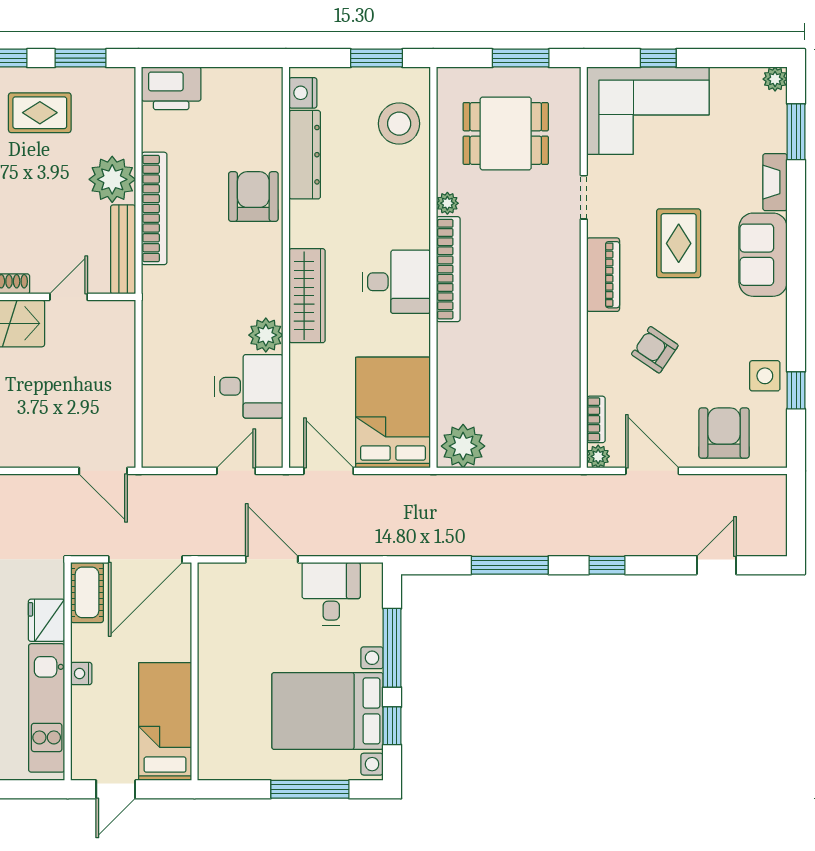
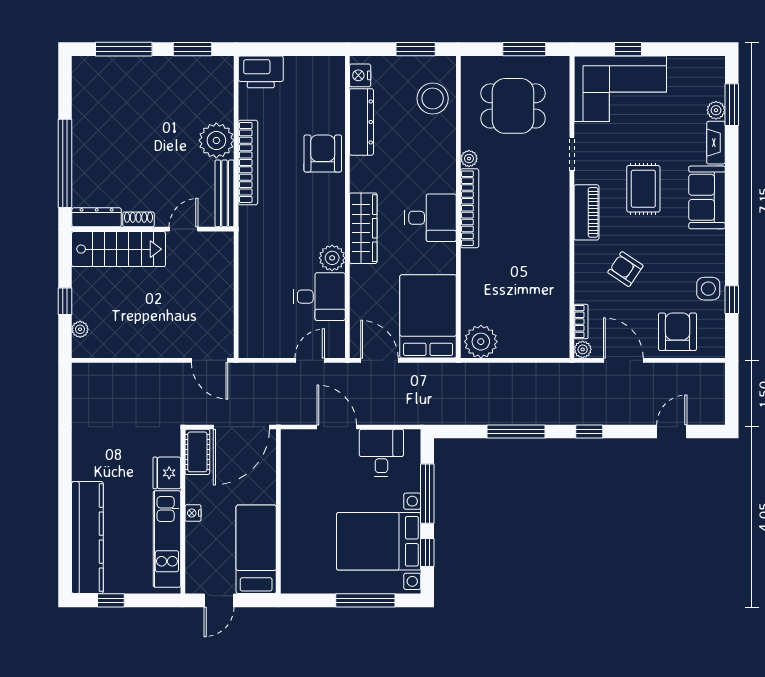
plant: (775, 79) -> (716, 110), moved
rug: (40, 113) -> (162, 90), removed

